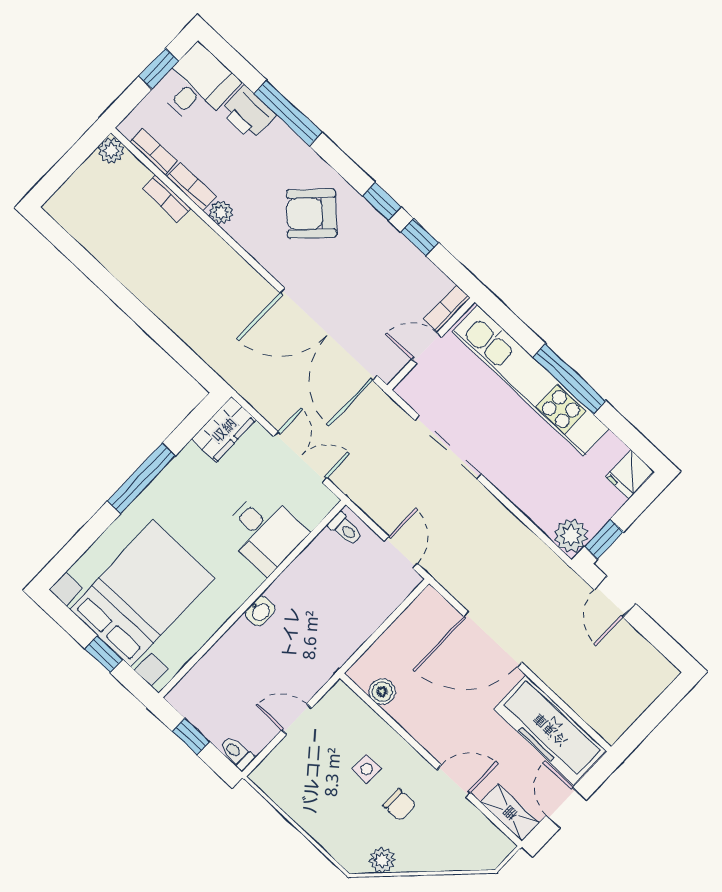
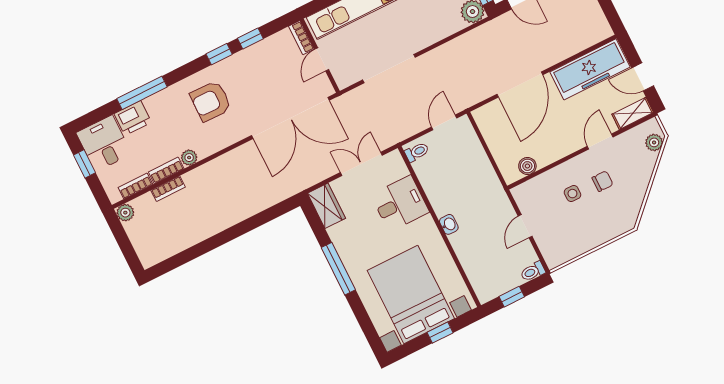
armchair: (311, 214) -> (211, 101), turned 46
door: (401, 552) -> (444, 122), hinge flipped
plant: (382, 860) -> (654, 142), moved

